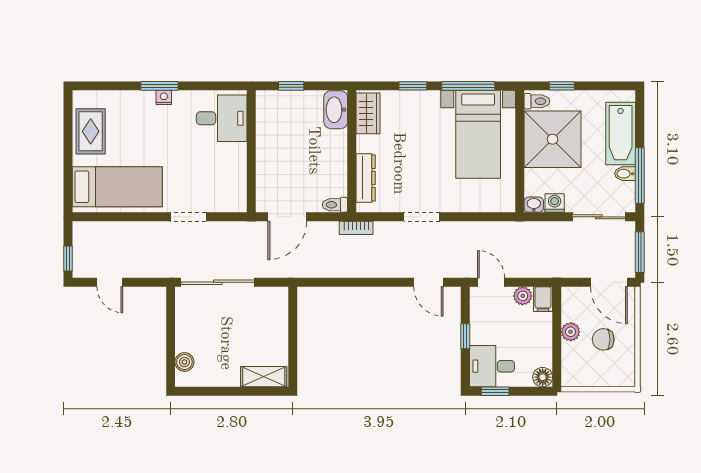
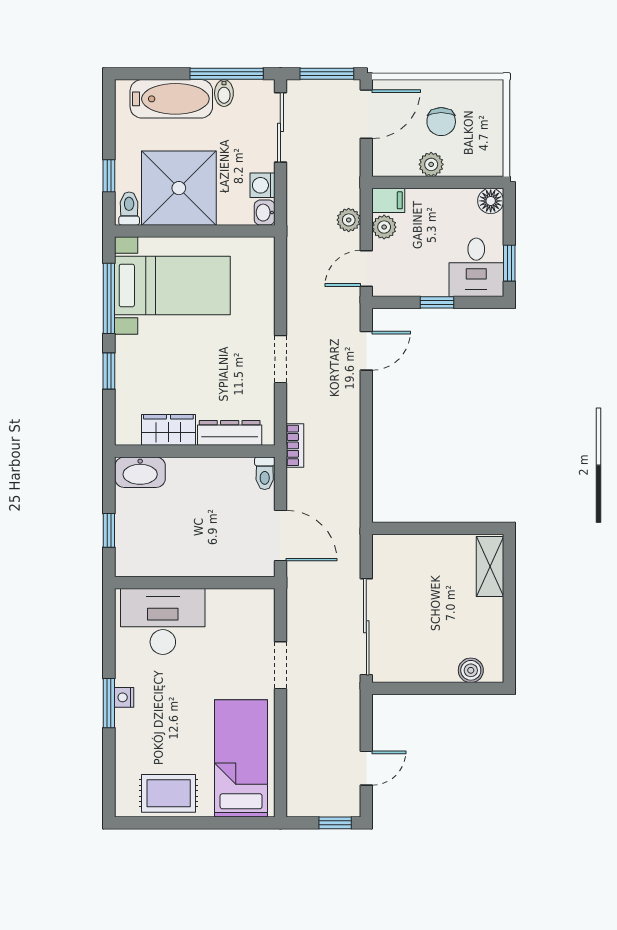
wardrobe: (368, 113) -> (168, 430), moved
desk: (222, 118) -> (163, 621), width x1.37
plant: (528, 269) -> (349, 220), added

